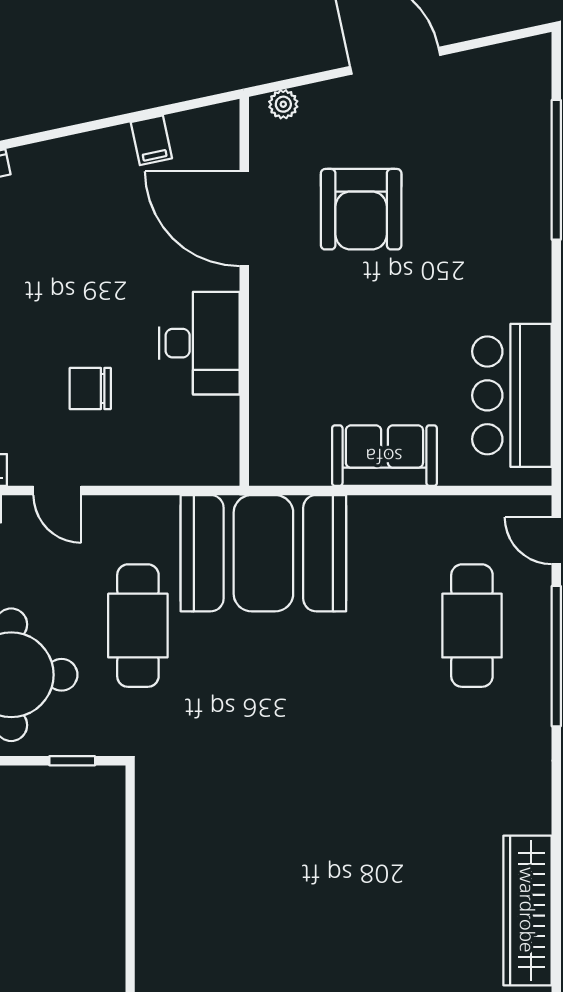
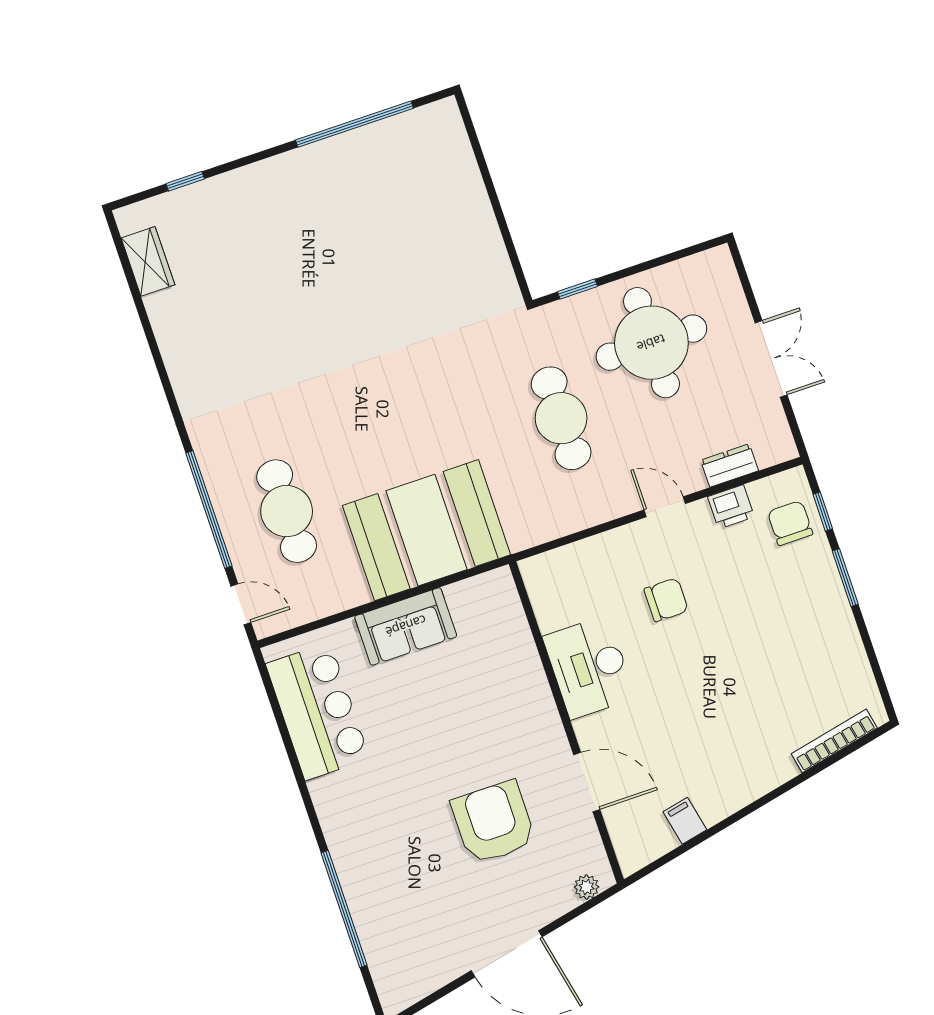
door: (244, 219) -> (587, 782), width x0.73
booth: (263, 553) -> (427, 530), moved
wardrobe: (527, 910) -> (148, 261), width x0.48, depth x0.85

